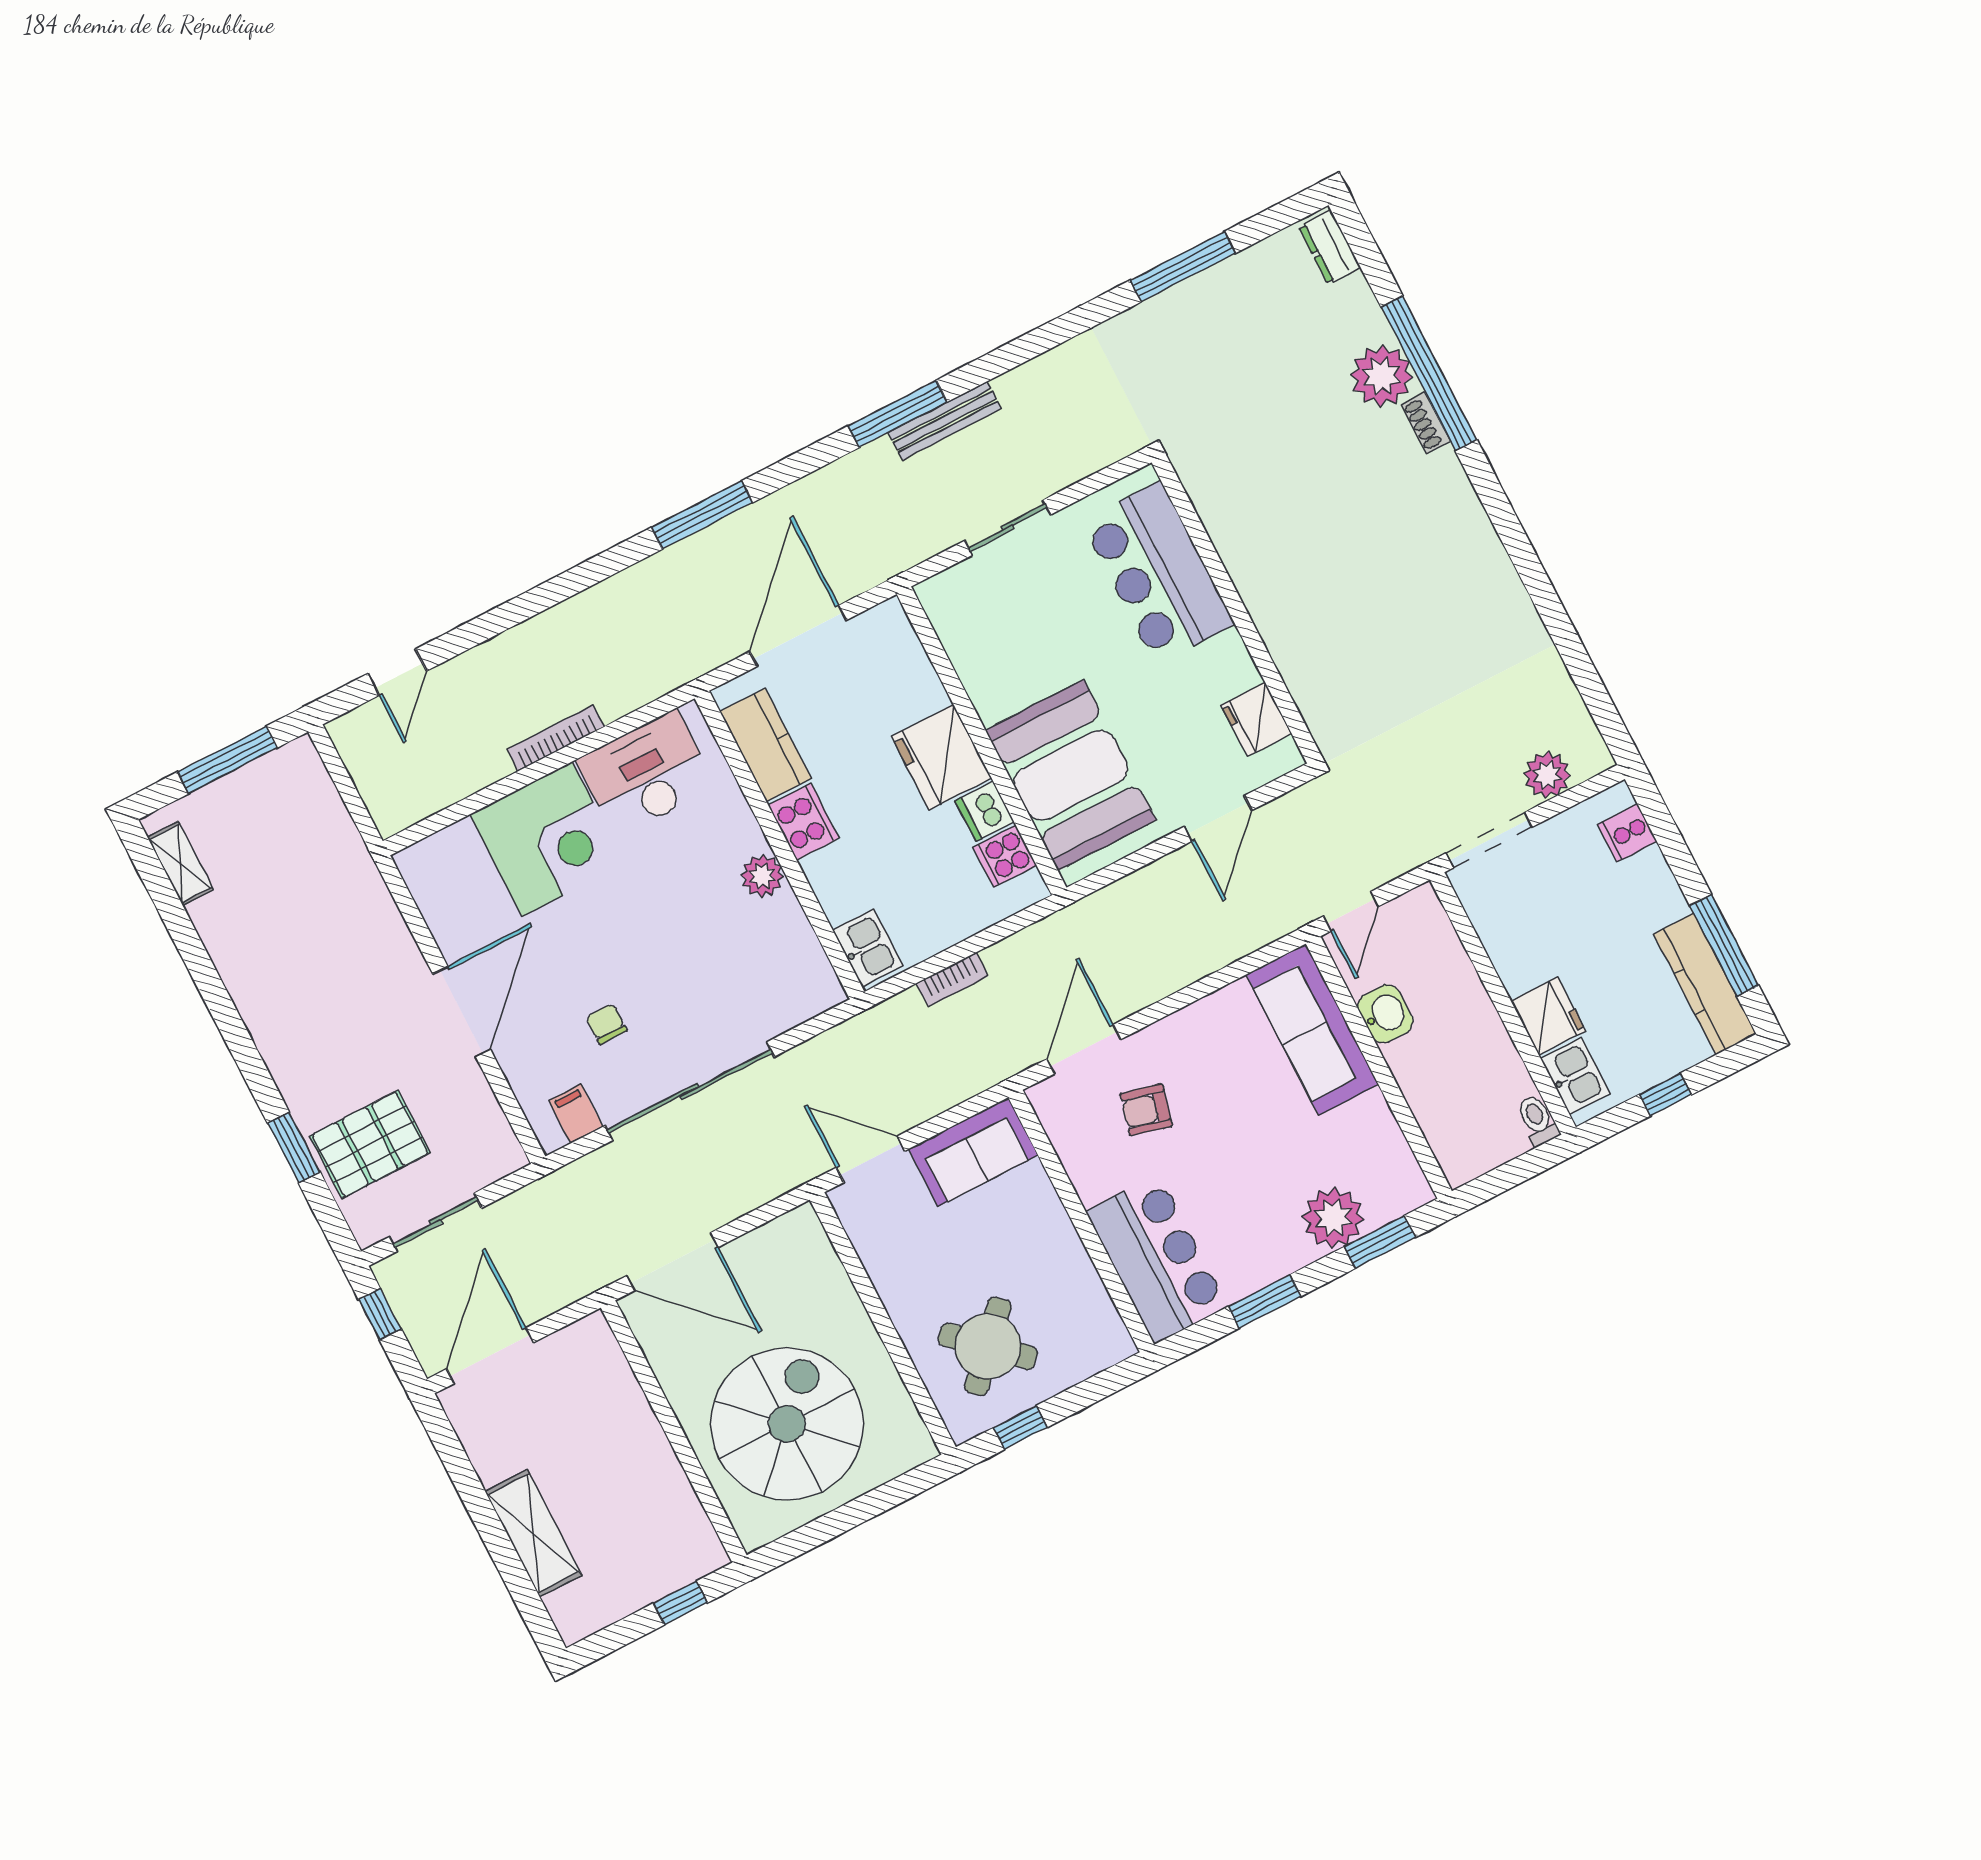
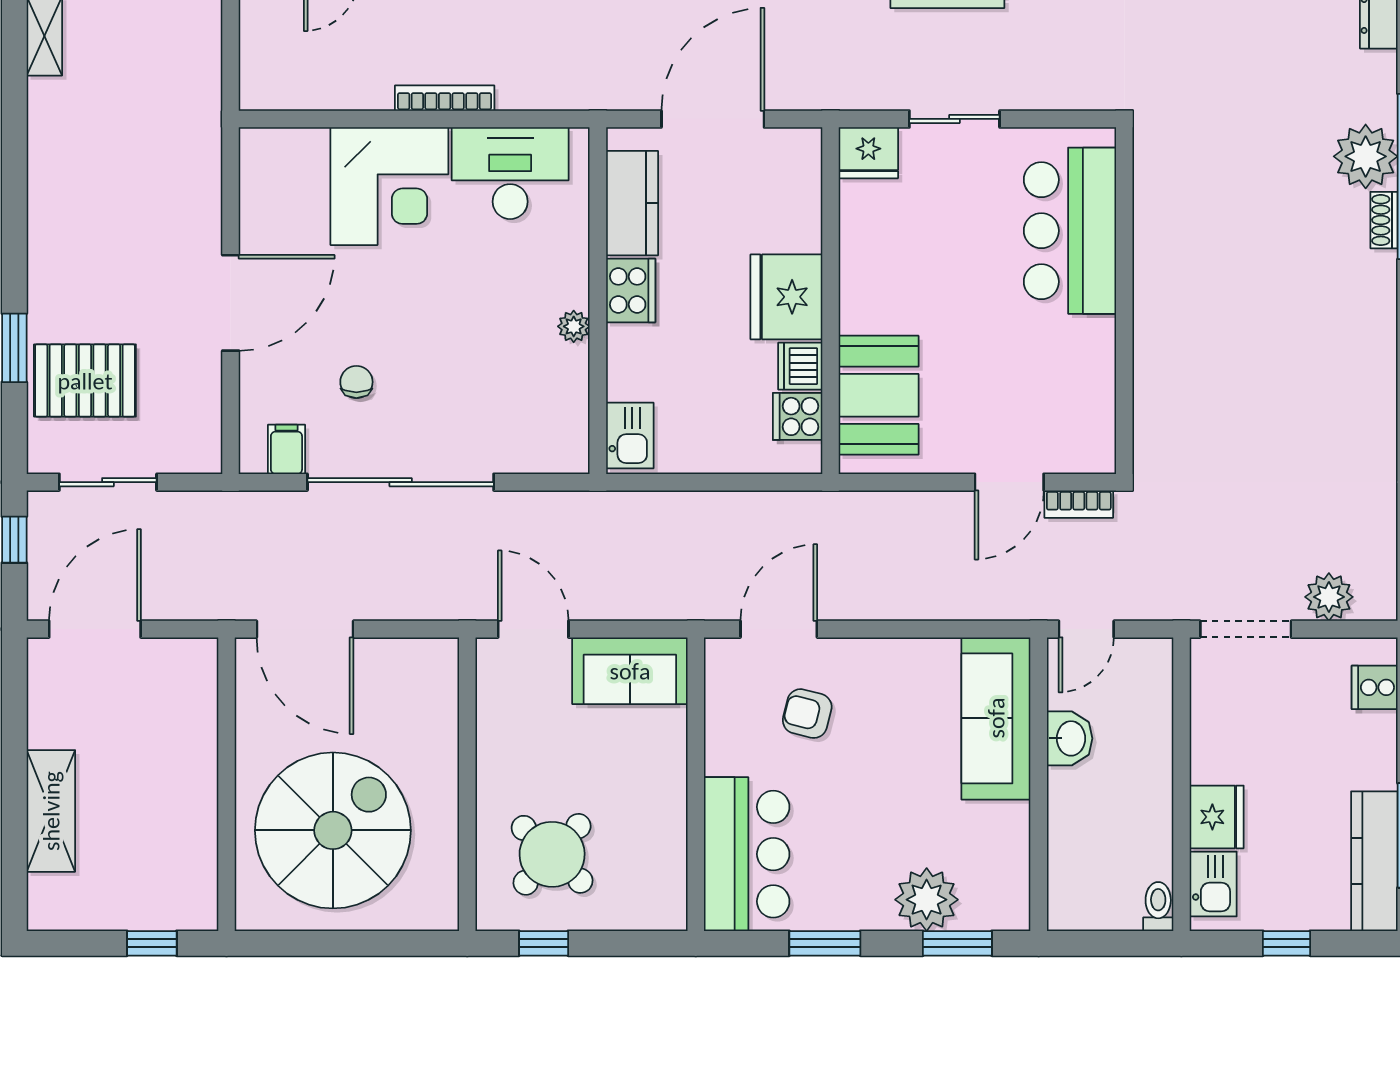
fridge: (1256, 719) -> (868, 153), moved, turned -90
booth: (1071, 775) -> (879, 395), width x0.73, depth x0.70
plant: (762, 876) -> (574, 326), width x0.73, depth x0.73
bookcase: (952, 980) -> (1079, 504), moved

